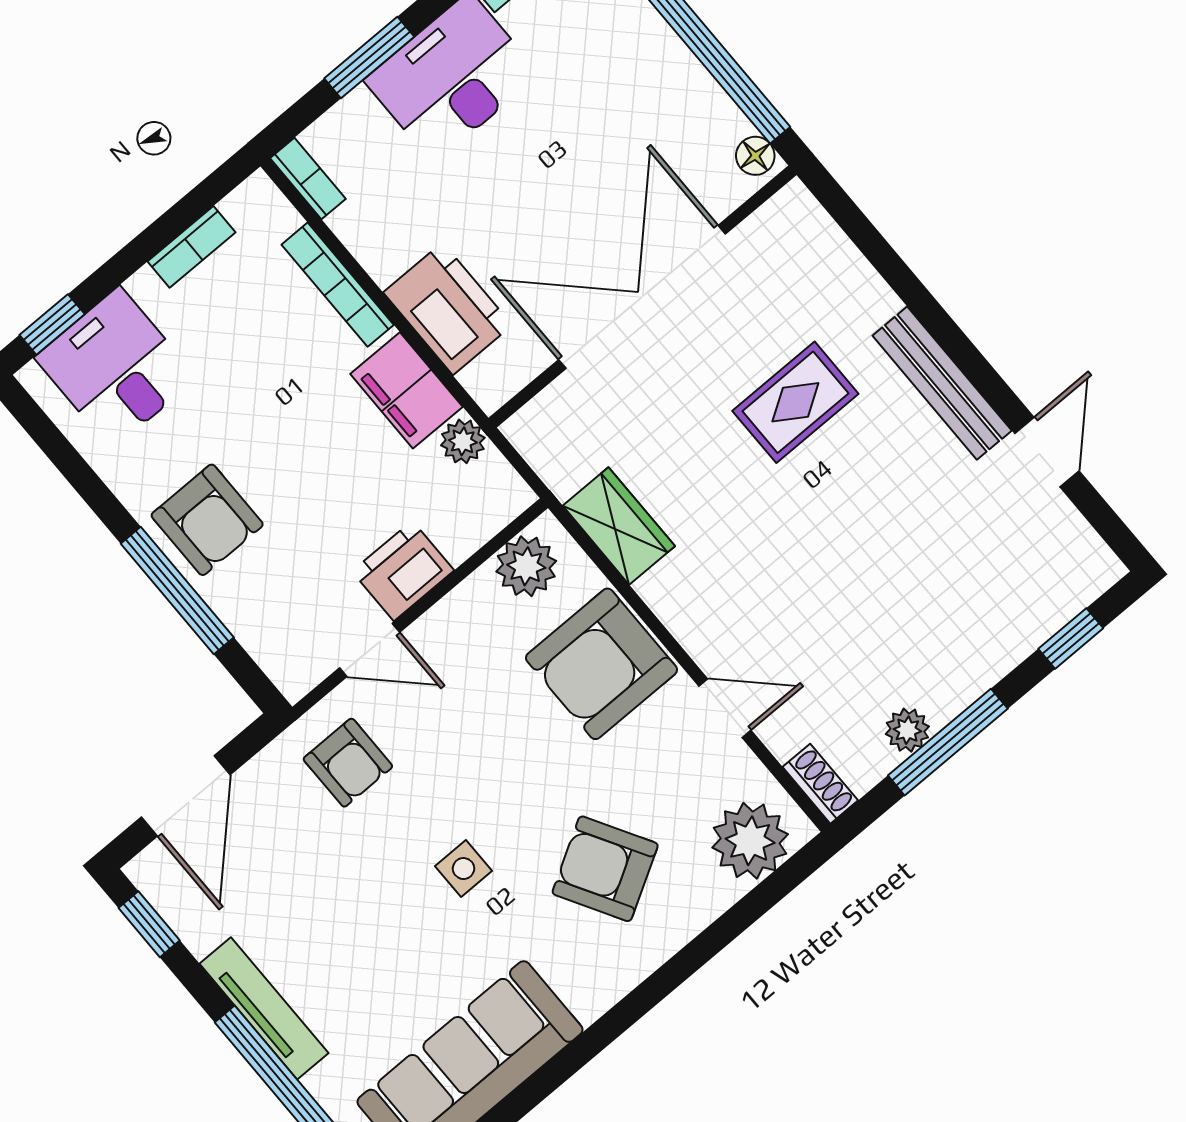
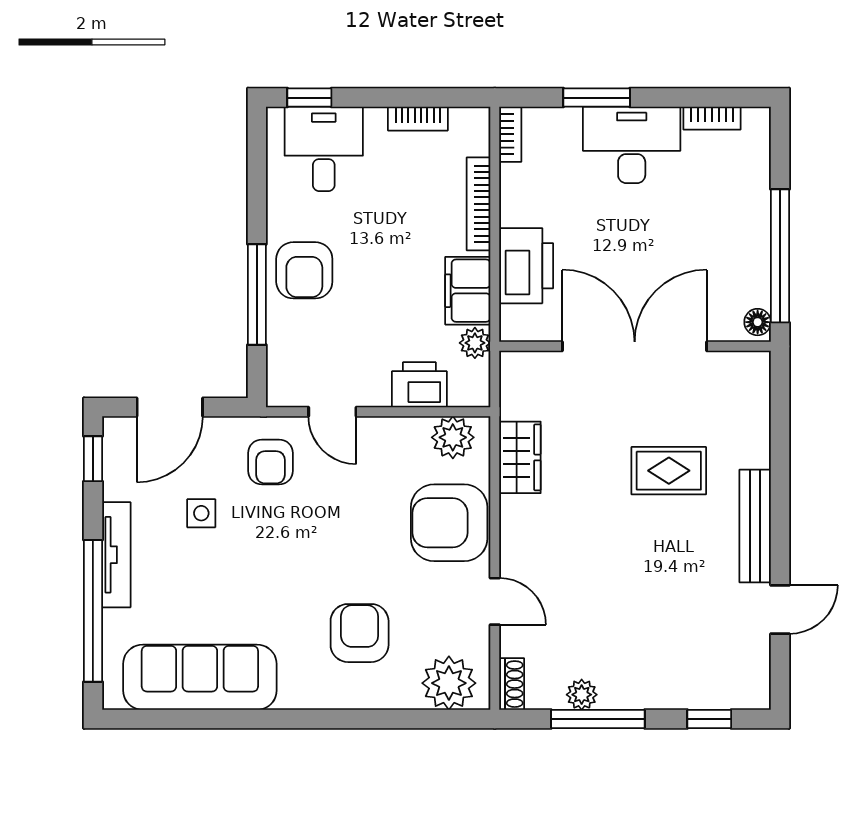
printer: (403, 571) -> (419, 385), moved
side table: (464, 869) -> (201, 513), moved
armchair: (605, 869) -> (360, 633), turned 30

